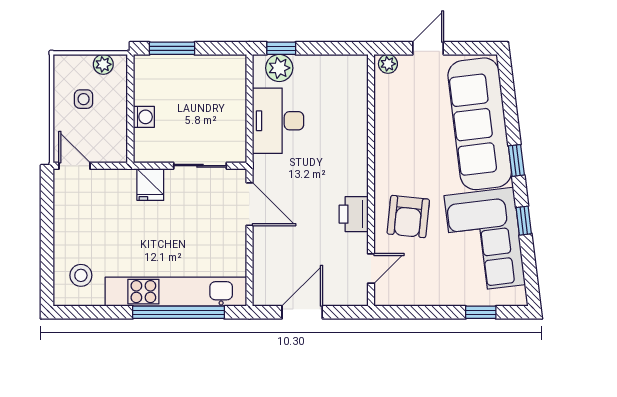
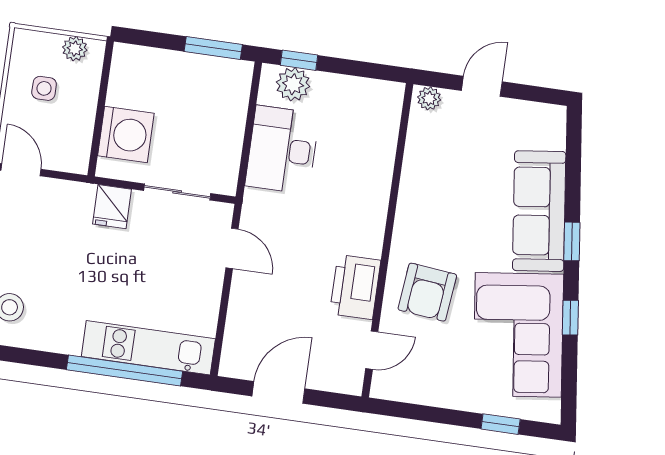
window: (172, 48) -> (213, 48), moved
washing machine: (144, 117) -> (126, 135), width x1.89, depth x1.89
sofa: (480, 124) -> (539, 211), width x0.74, depth x0.79
door: (249, 204) -> (232, 248), width x0.73
printer: (354, 214) -> (355, 287), width x1.37, depth x1.19
kitchen unit: (176, 292) -> (148, 348), width x0.73

